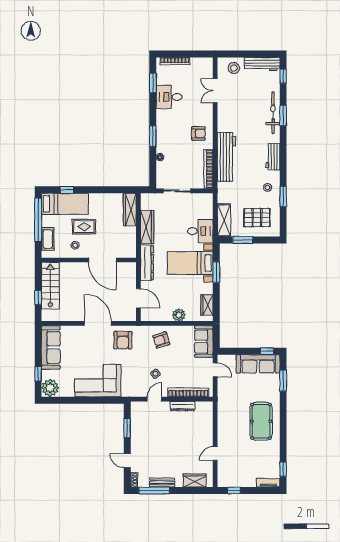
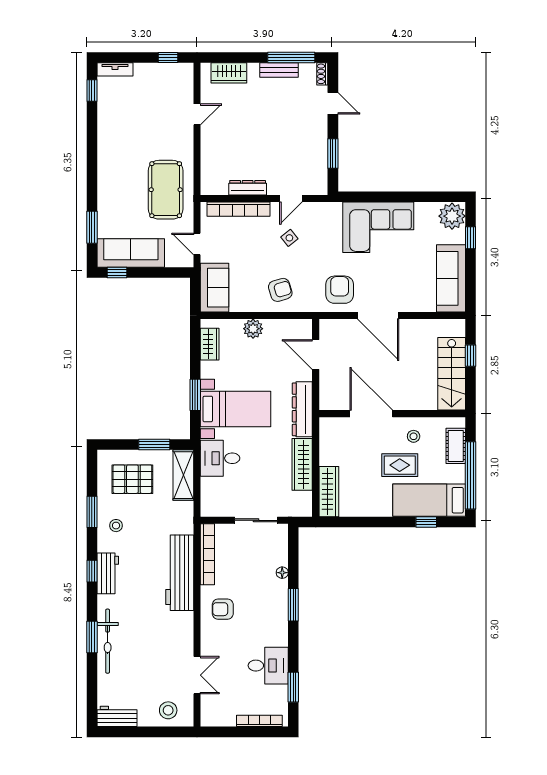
workbench: (262, 64) -> (117, 716), width x0.73
window: (283, 76) -> (92, 571), moved
pool table: (261, 421) -> (166, 190), moved

